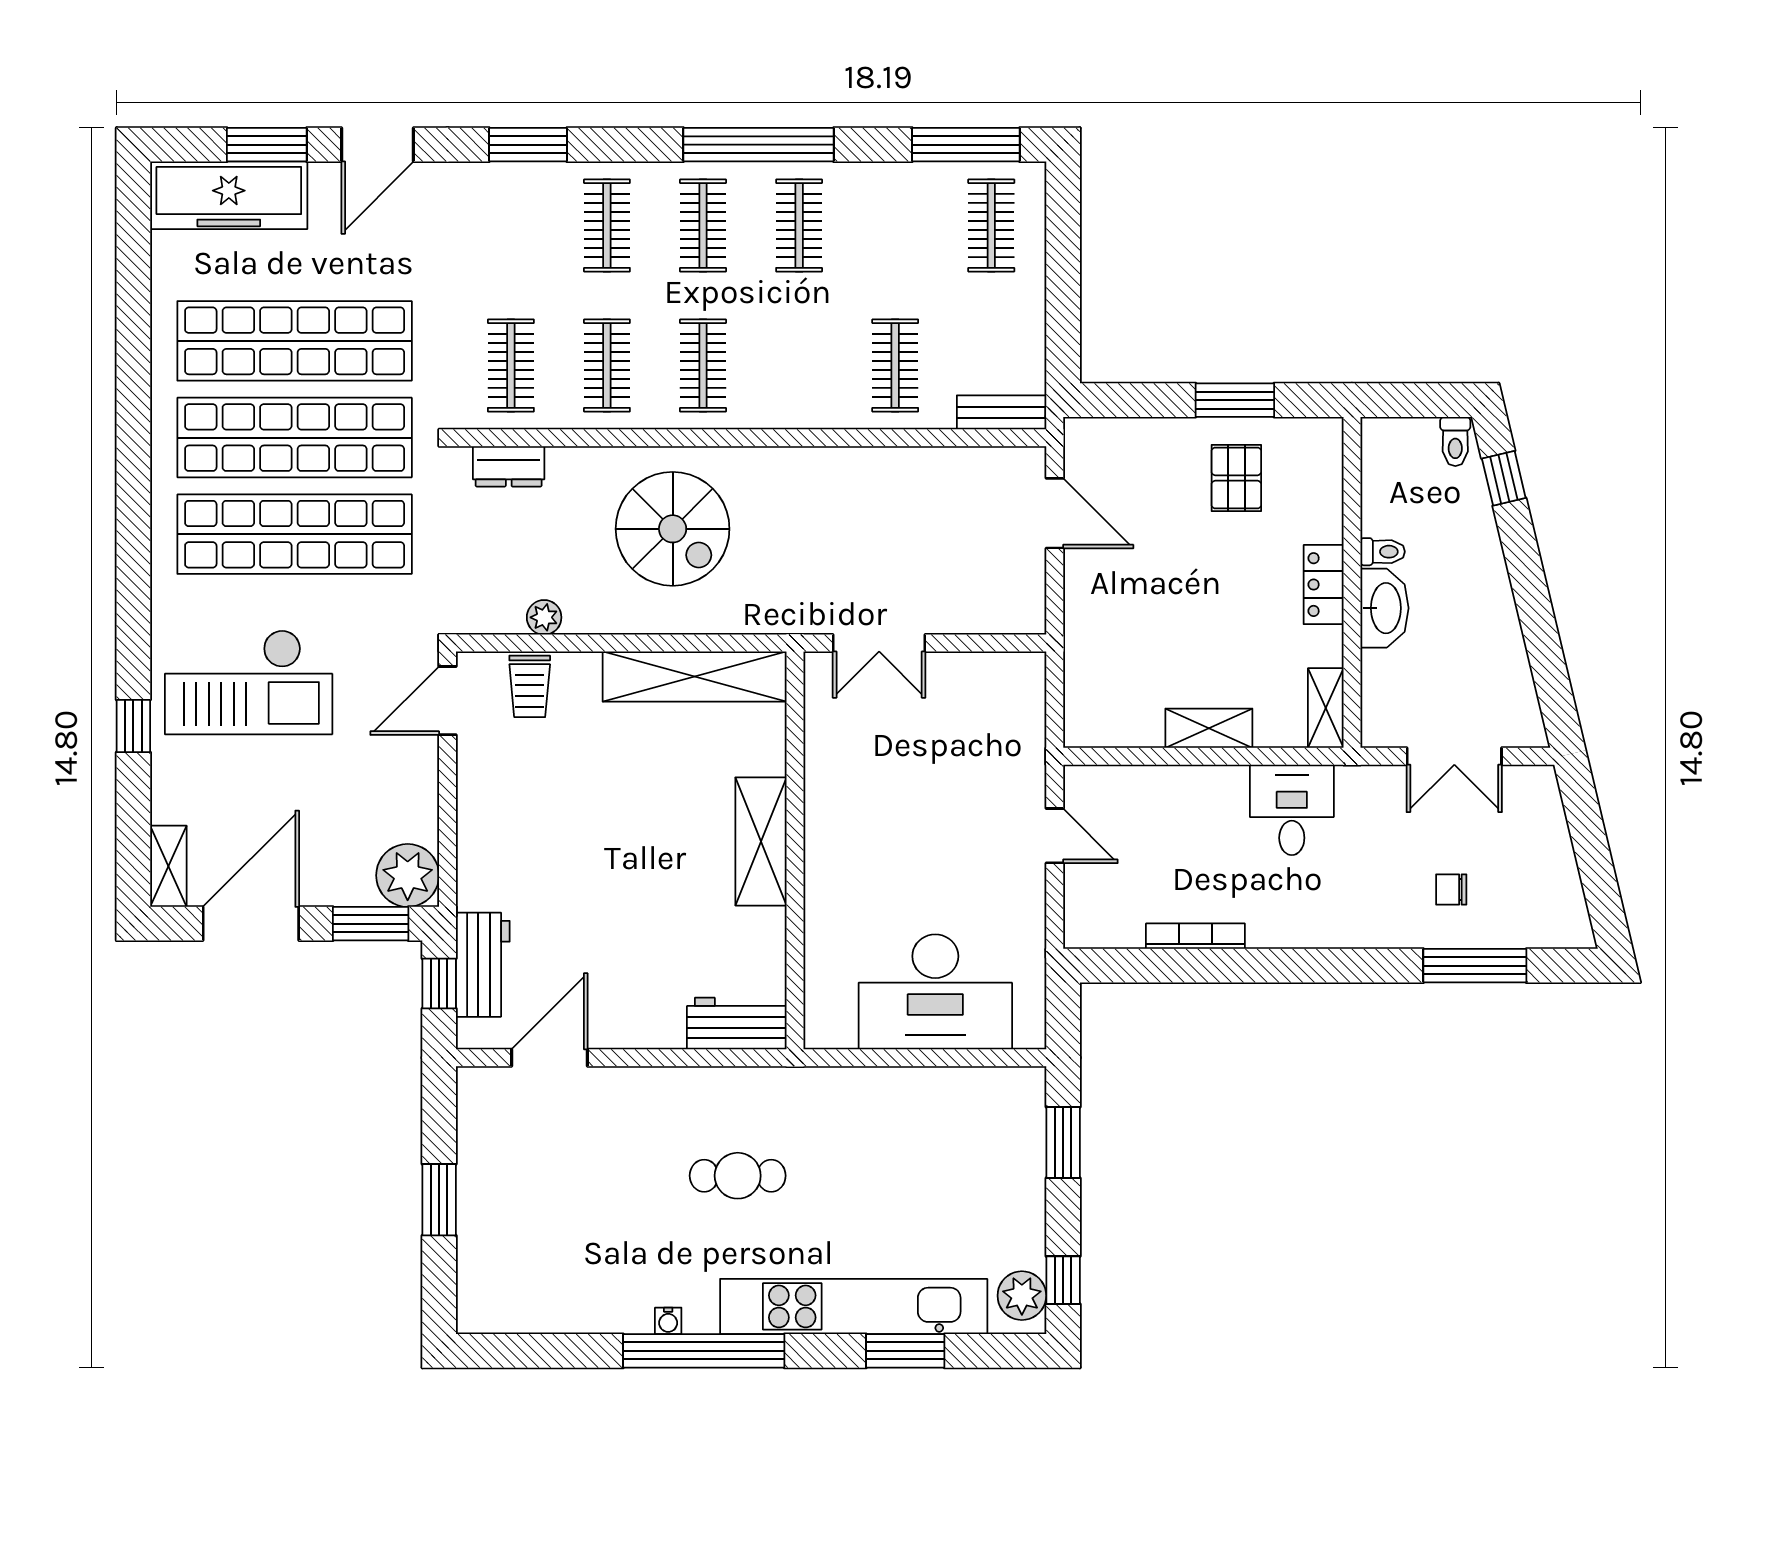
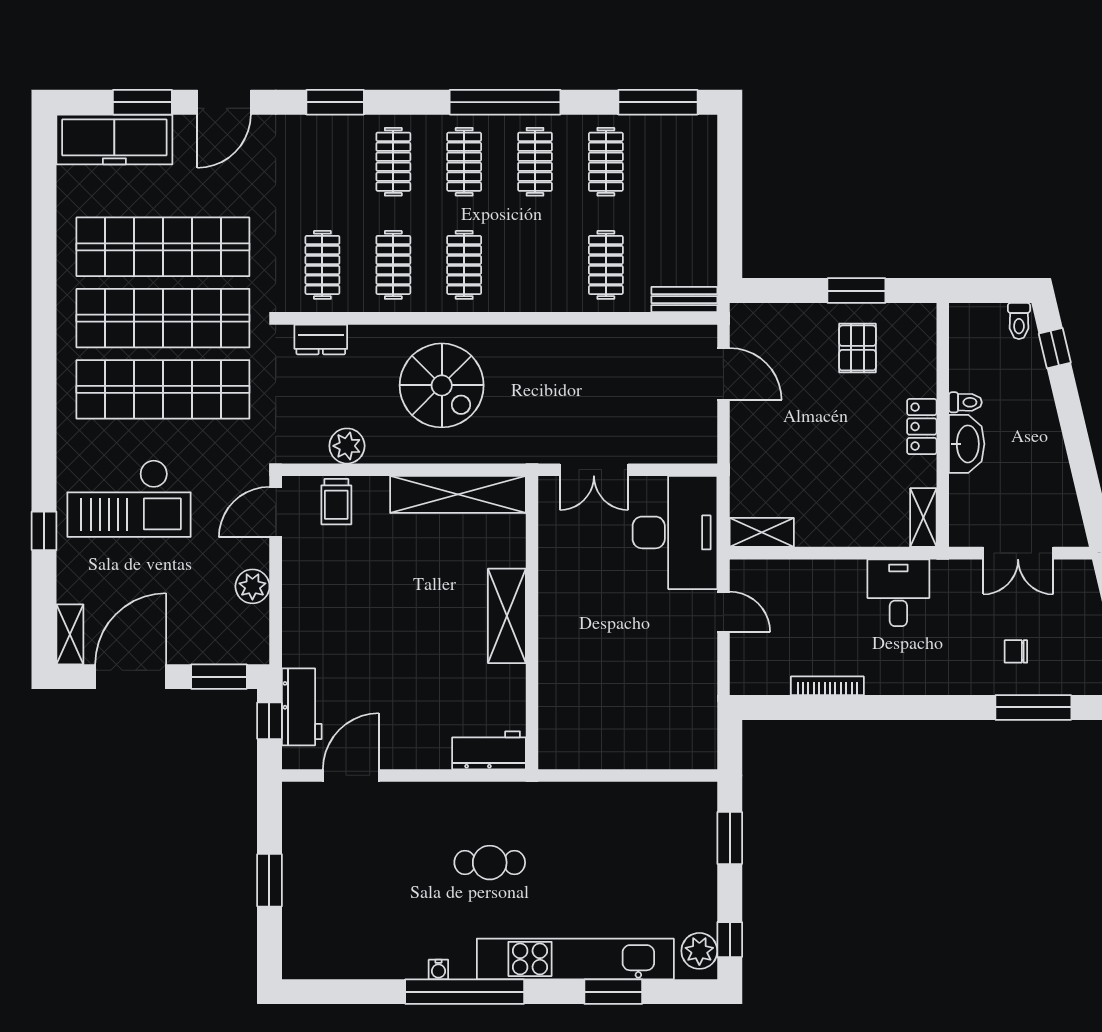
clothes rail: (991, 225) -> (606, 162), moved
plant: (544, 617) -> (347, 446), width x1.38, depth x1.38
shelving: (1209, 728) -> (762, 532), moved
plant: (408, 875) -> (252, 586), moved, width x0.73, depth x0.73
desk: (935, 992) -> (675, 532), moved, turned -90

